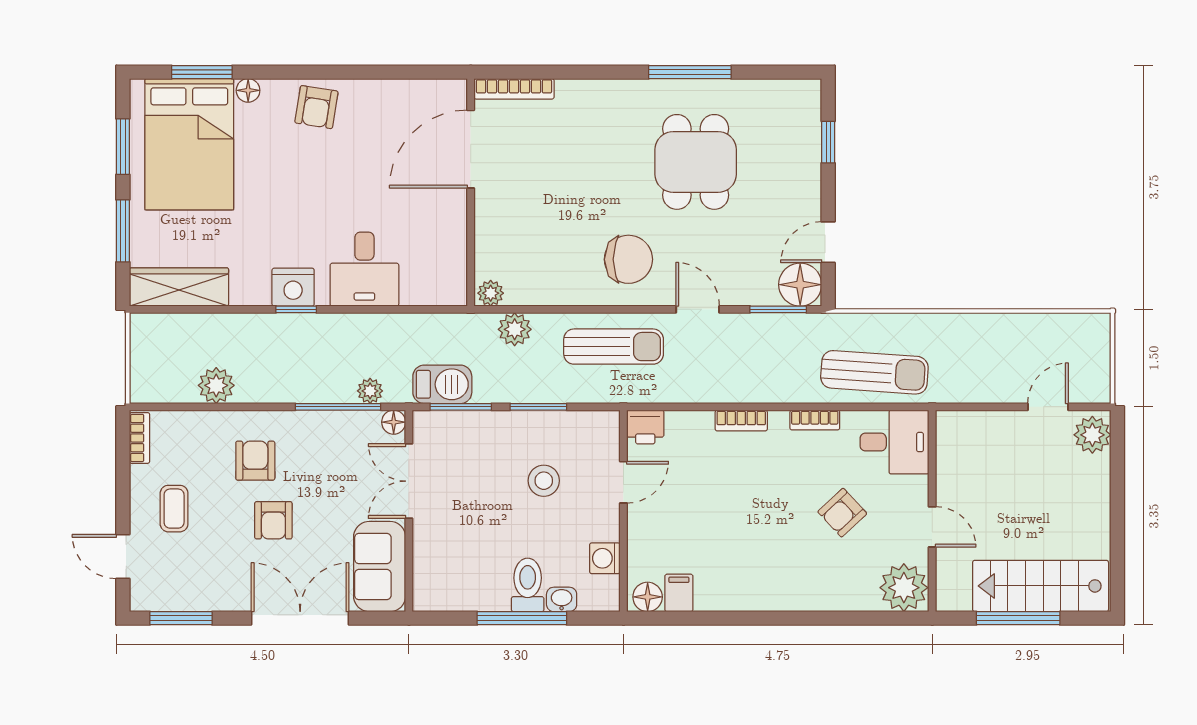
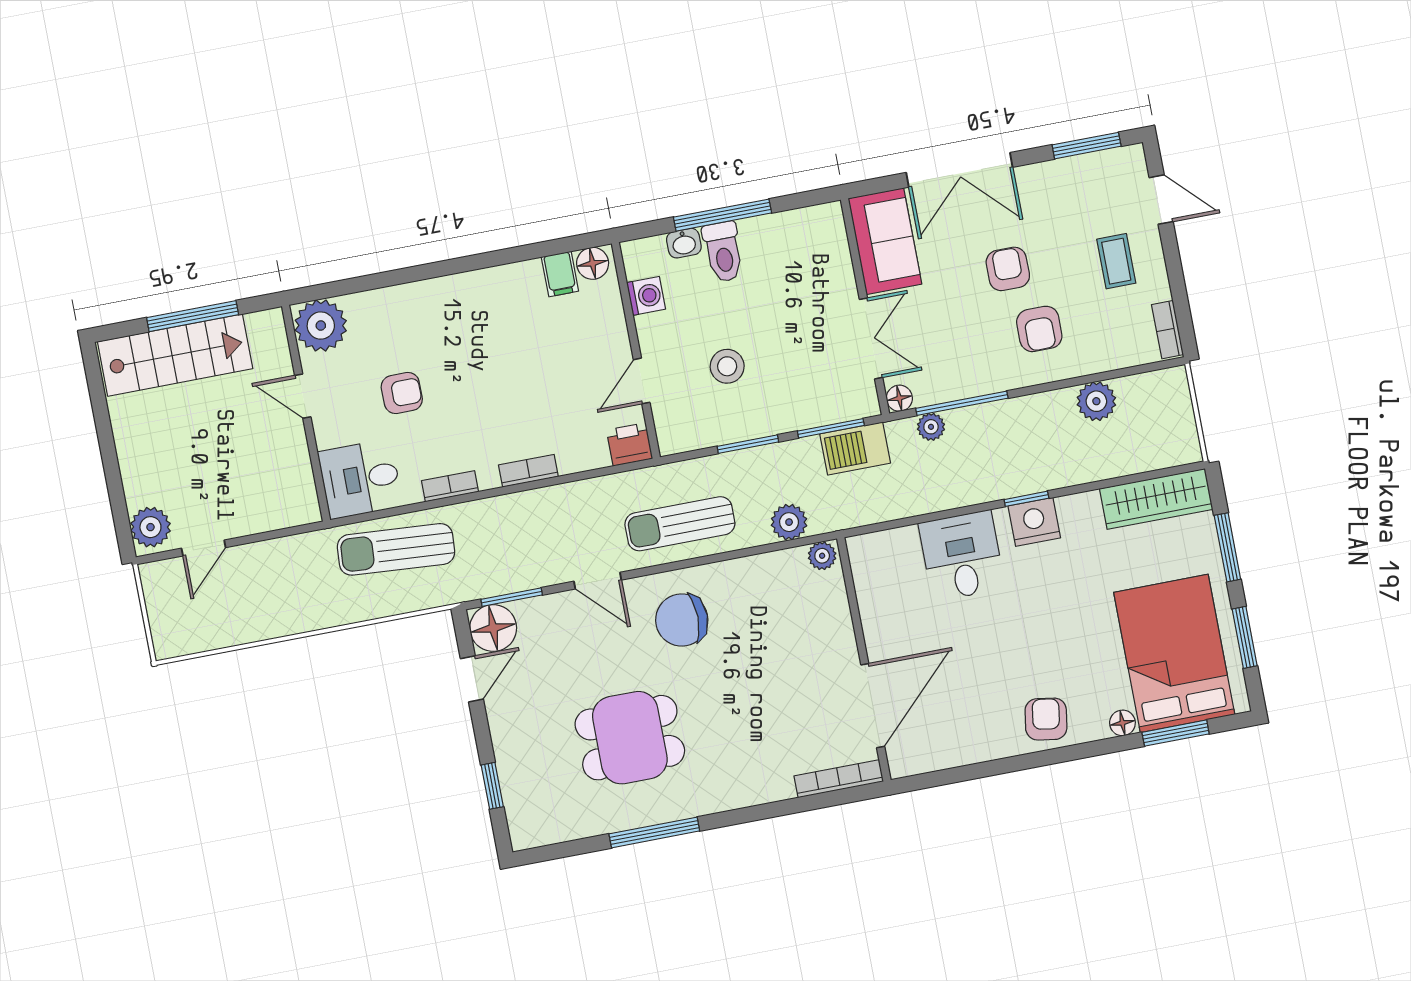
dining table: (696, 162) -> (630, 738), turned 90
armchair: (842, 513) -> (402, 393), turned 43

